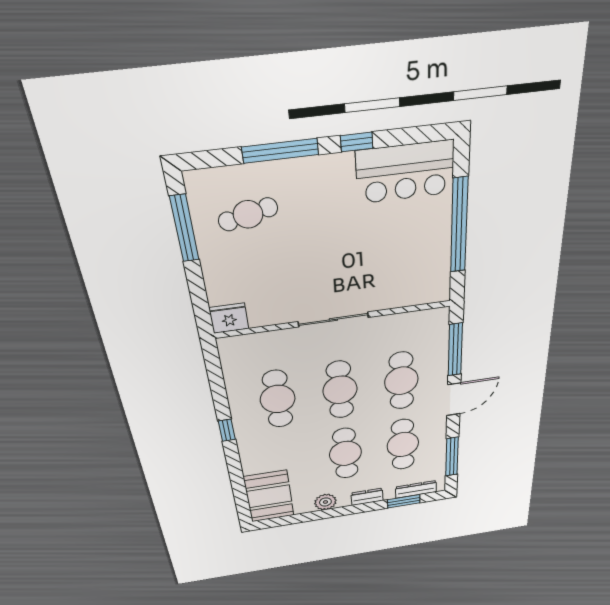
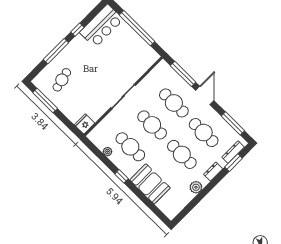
plant: (234, 384) -> (108, 152), added
booth: (269, 496) -> (150, 184), moved

